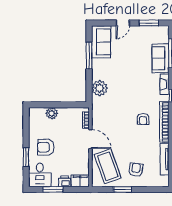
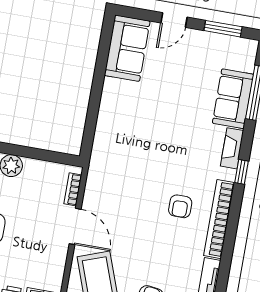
window: (89, 56) -> (100, 70), removed
plant: (100, 88) -> (109, 134), removed

